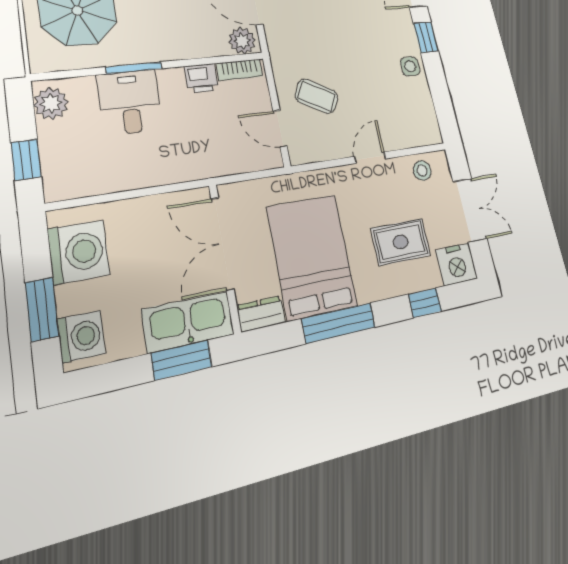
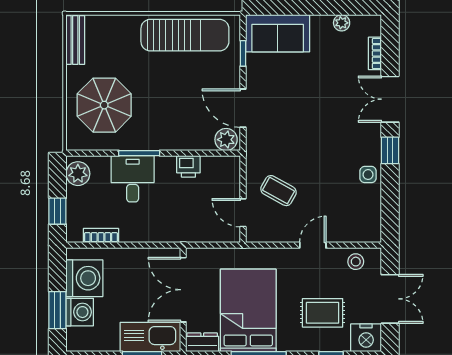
bookcase: (239, 70) -> (101, 235), moved, turned 180
washing machine: (81, 336) -> (80, 312), moved

